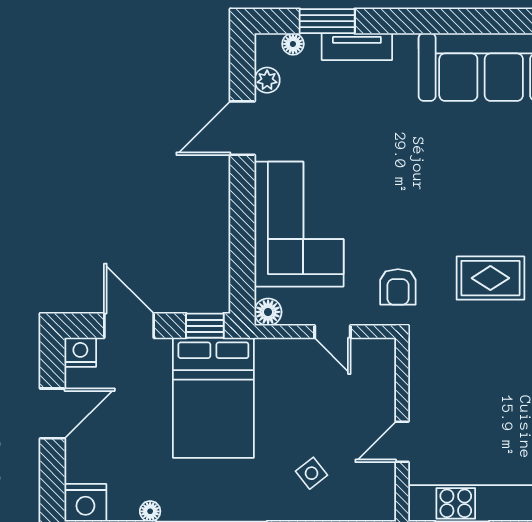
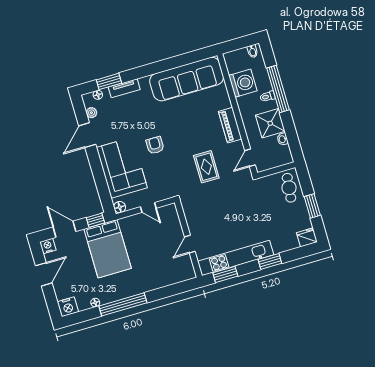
rug: (490, 278) -> (206, 167), turned 90
armchair: (398, 287) -> (155, 145), moved, turned 180
side table: (312, 473) -> (157, 268), removed

